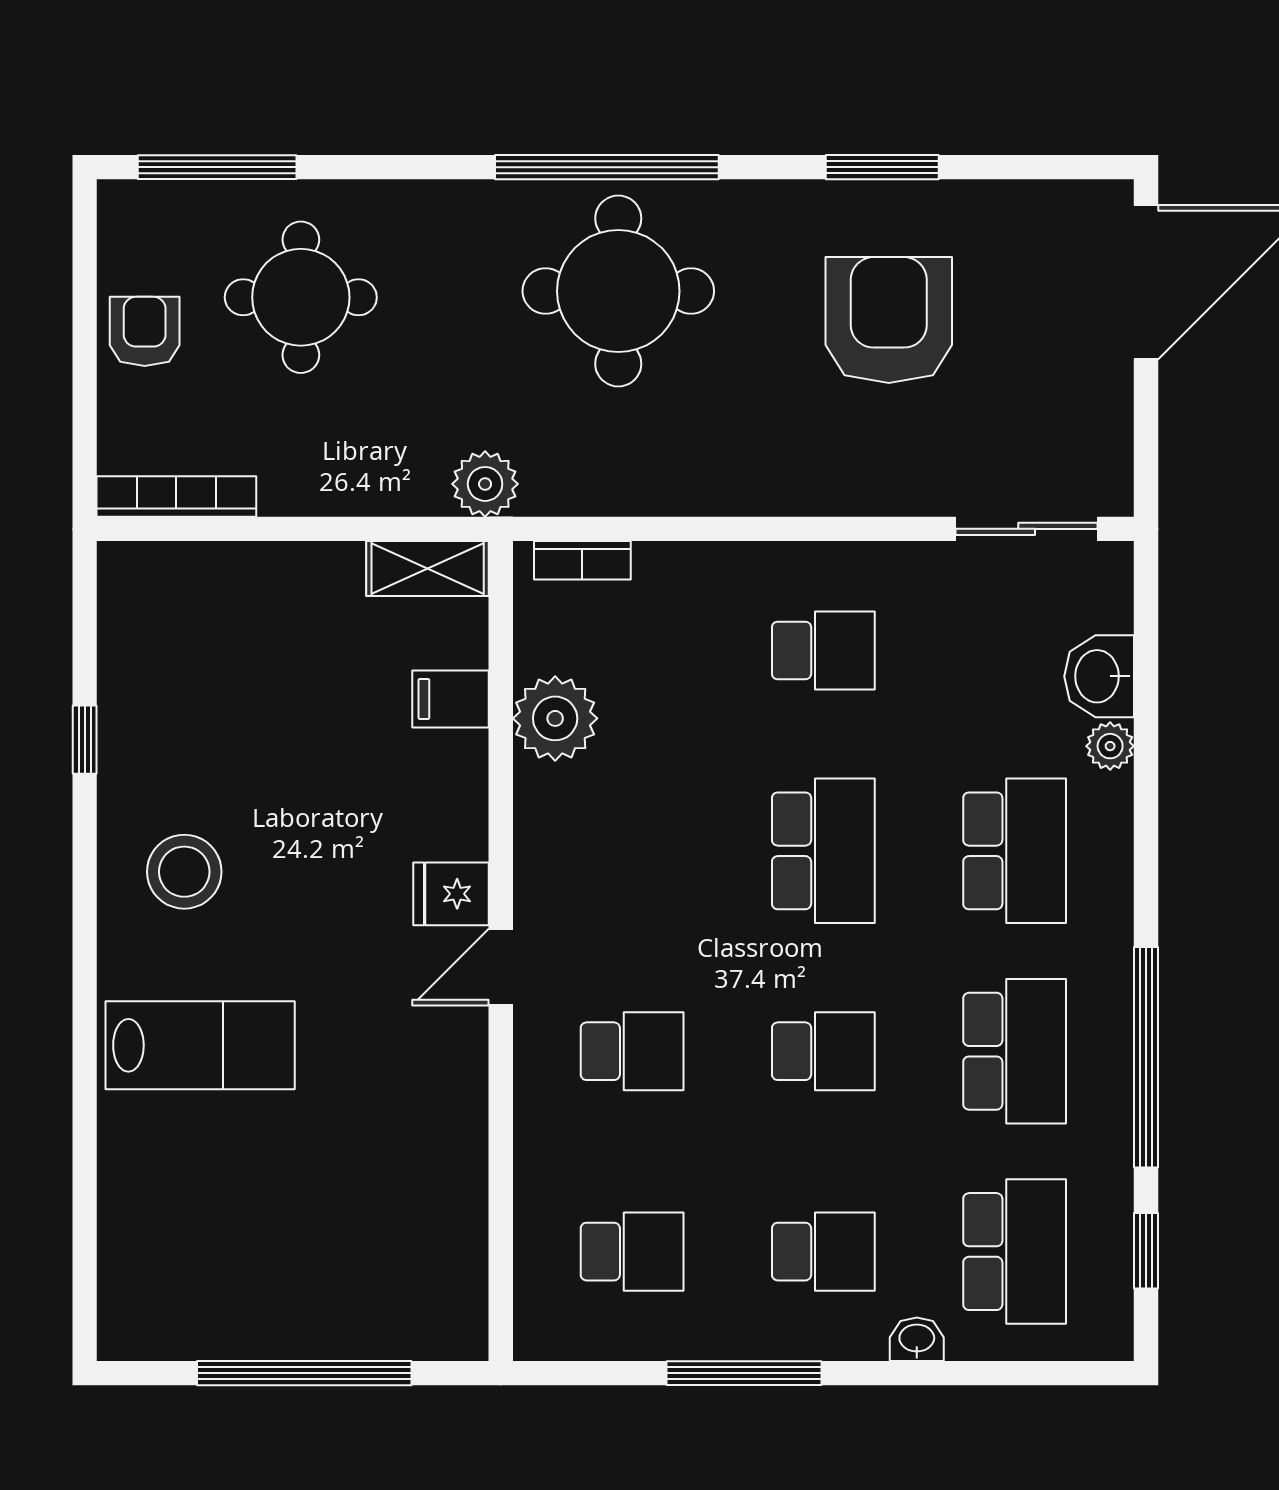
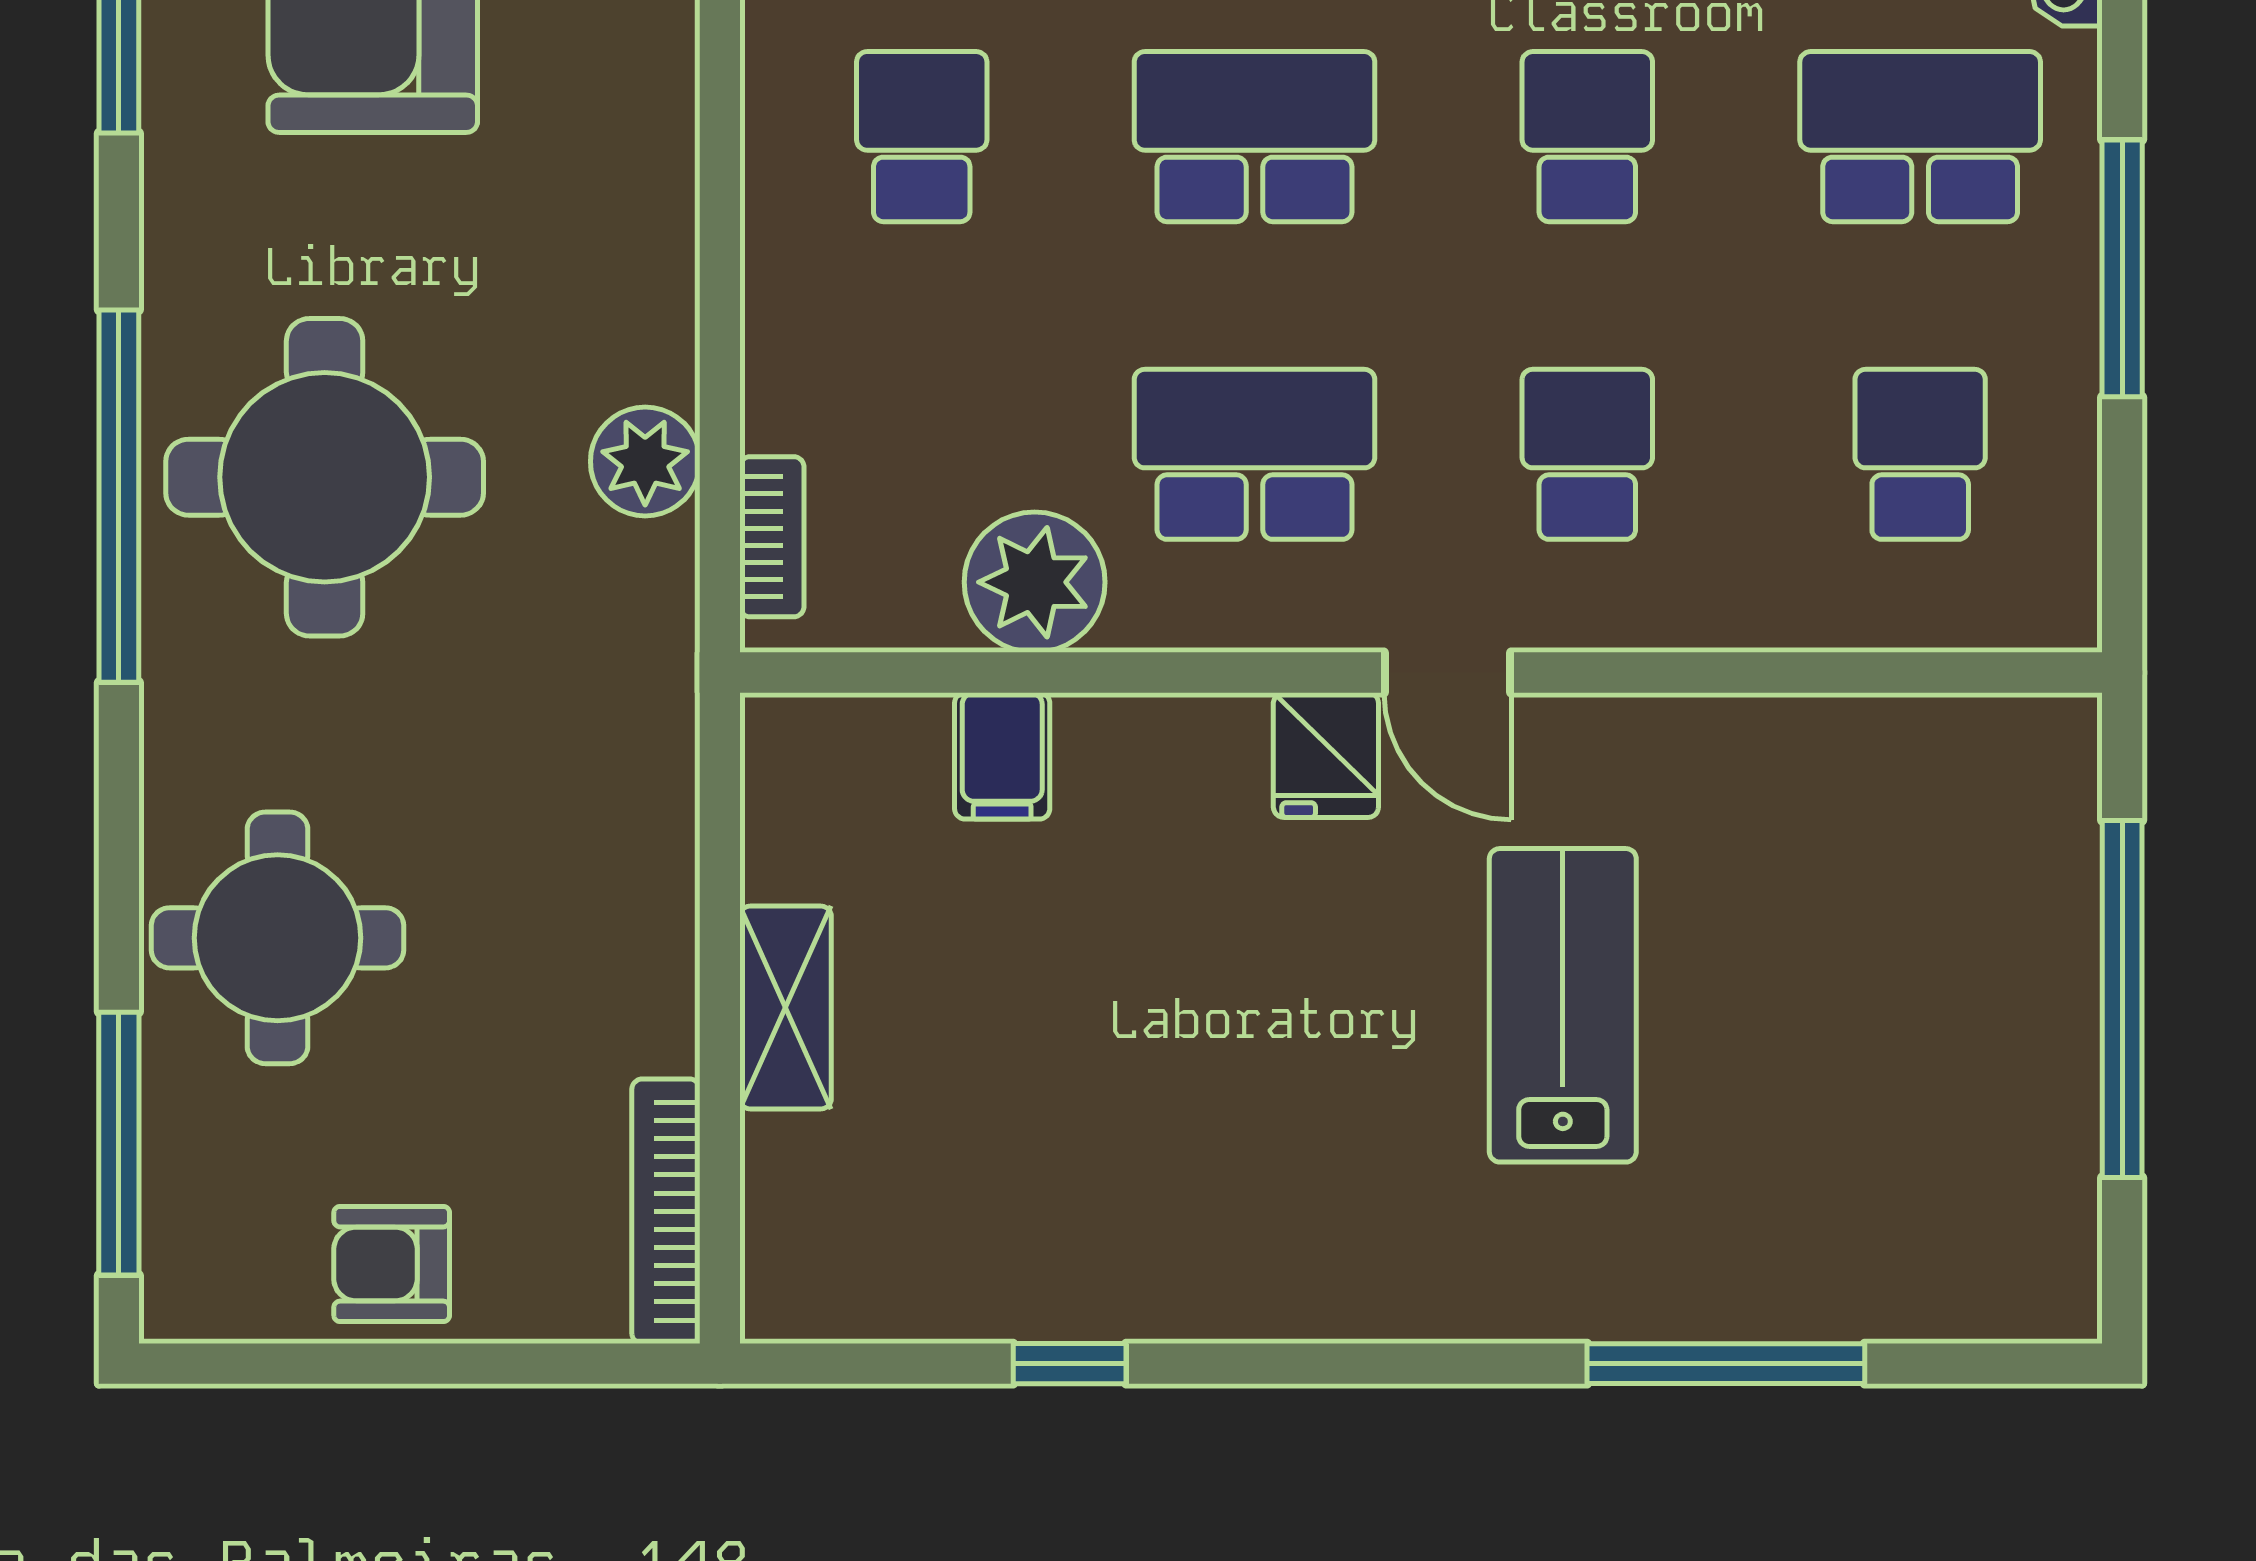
round table: (301, 297) -> (278, 938), moved
plant: (485, 484) -> (645, 461), moved
shelving: (428, 568) -> (786, 1007), moved
school desk: (632, 851) -> (1255, 454), added
stool: (184, 872) -> (1289, 1198), removed
lab bench: (200, 1045) -> (1563, 1005), moved
window: (85, 1135) -> (1726, 1364), added
school desk: (823, 1252) -> (1920, 137), width x1.85

